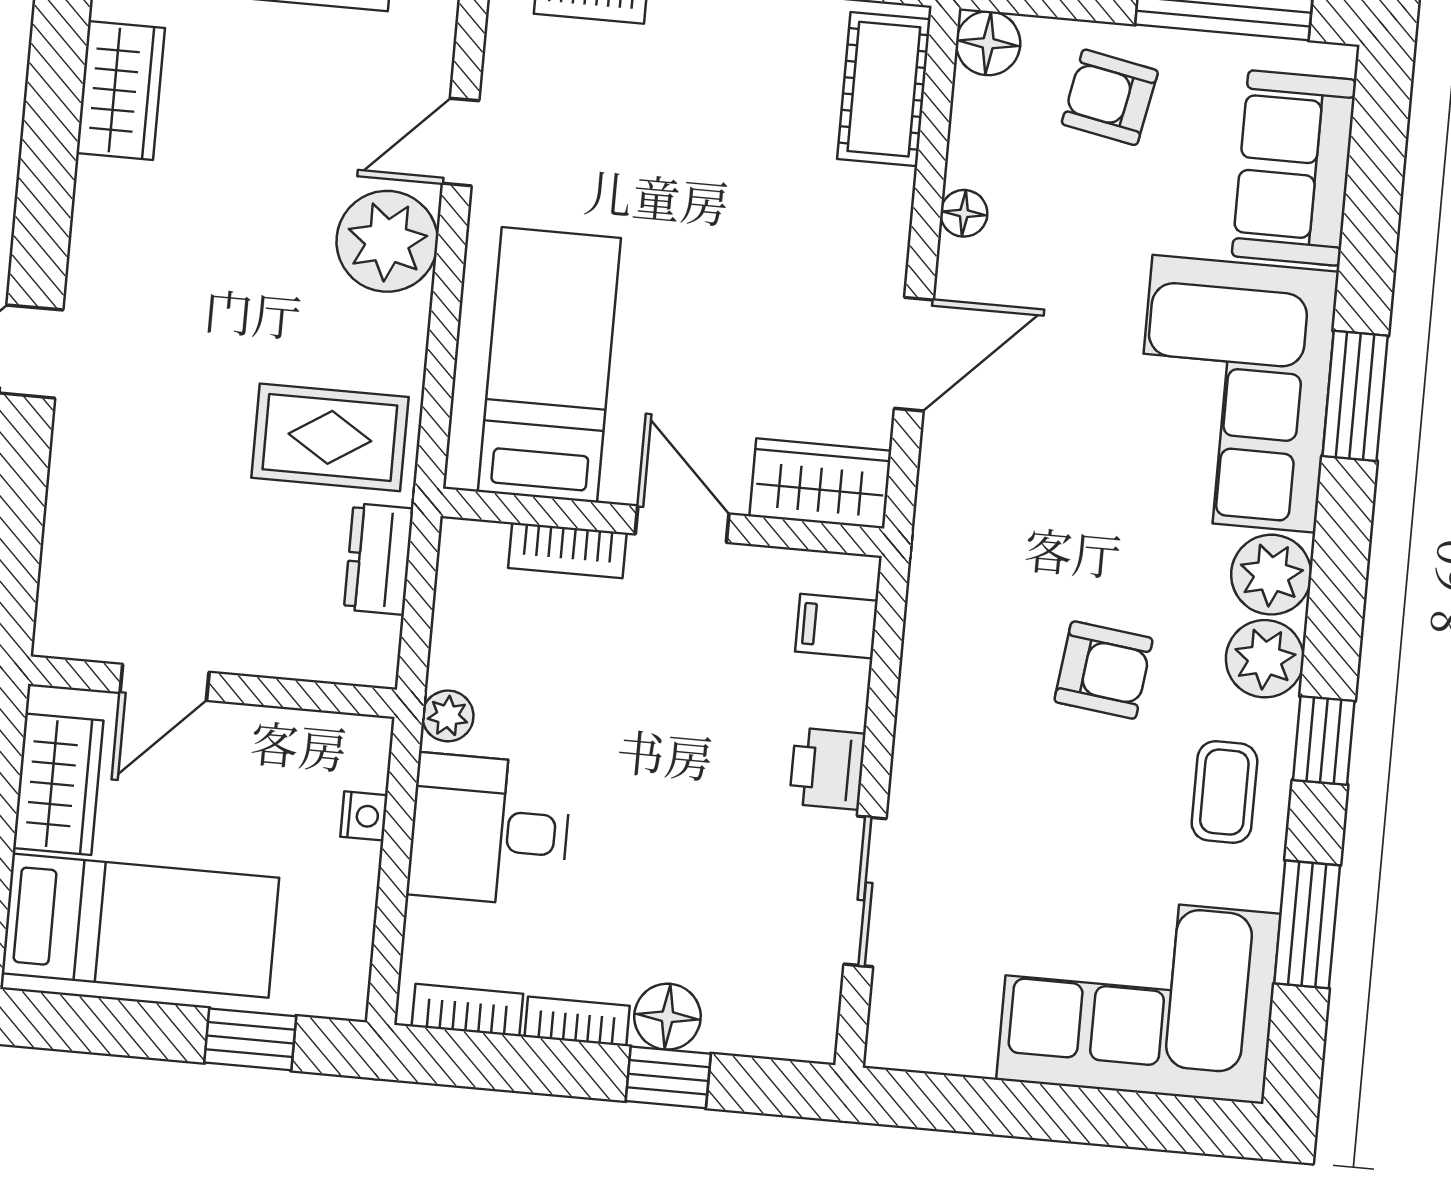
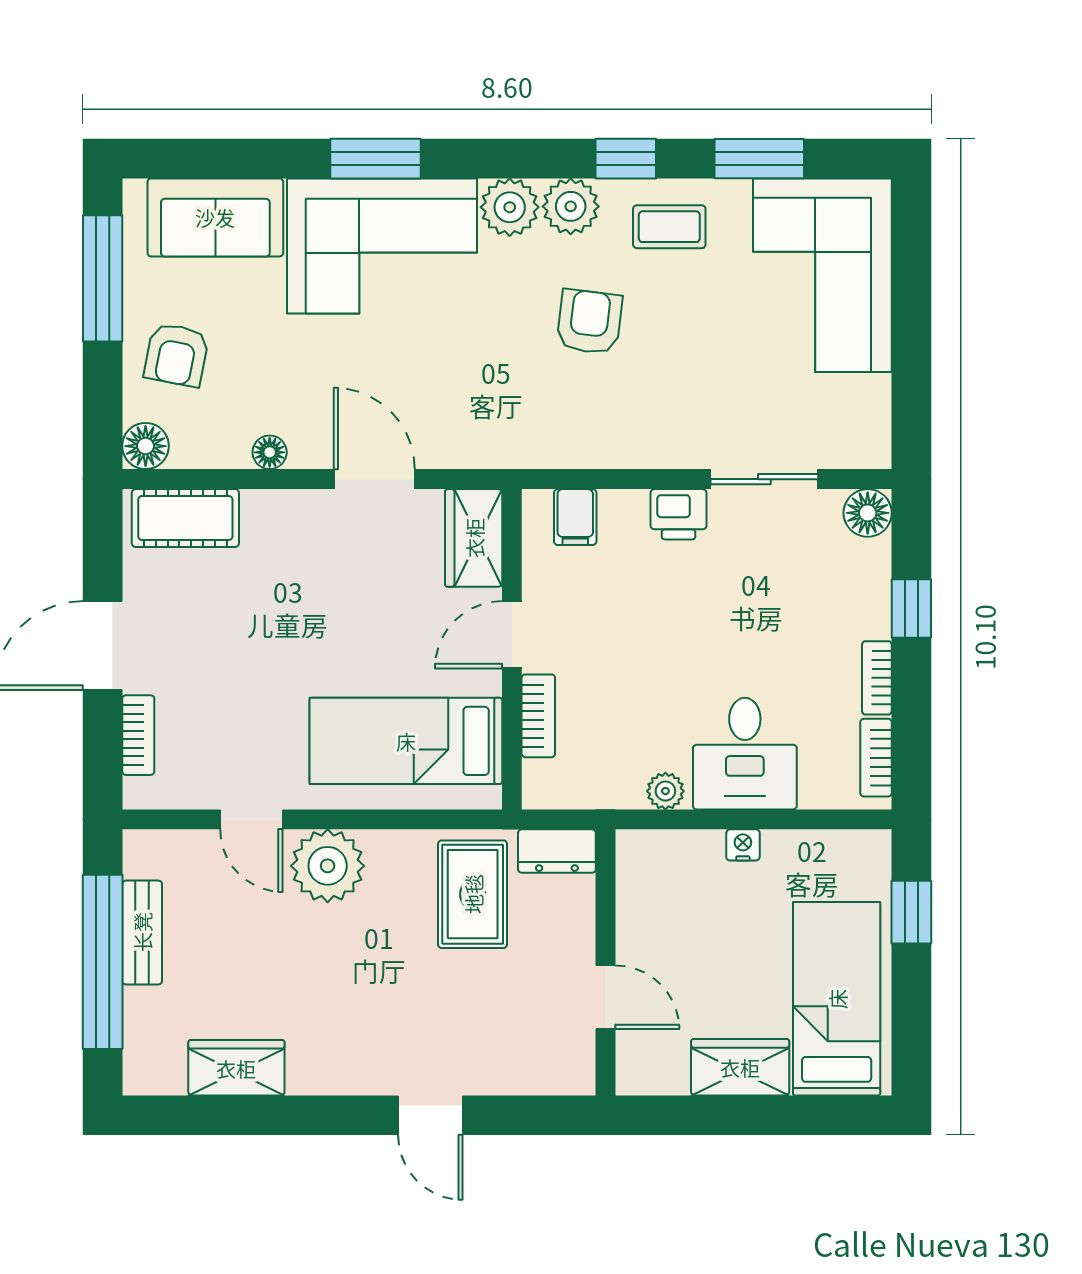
door: (165, 682) -> (606, 997), moved
wall: (213, 687) -> (606, 962), moved
floor lamp: (667, 1017) -> (868, 513), moved

